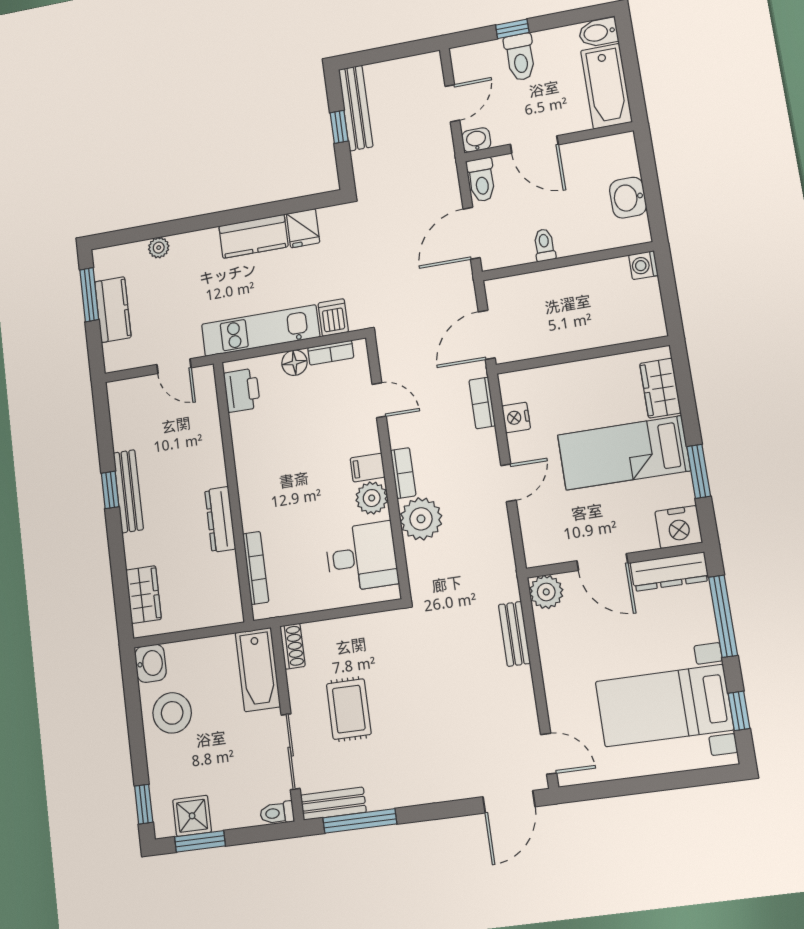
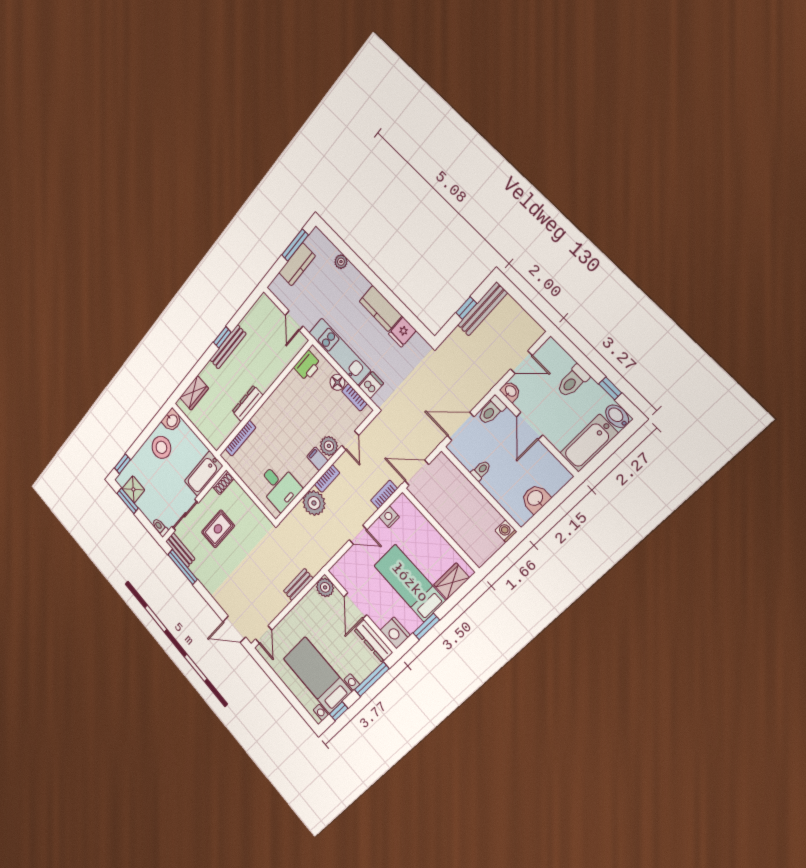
window: (512, 29) -> (610, 388), moved
plant: (372, 498) -> (329, 446), moved

